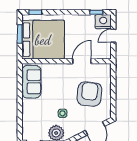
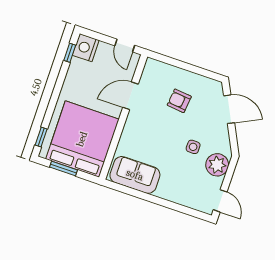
door: (113, 36) -> (125, 45), moved
door: (82, 61) -> (130, 96), hinge flipped
armchair: (89, 94) -> (179, 101), width x0.53, depth x0.53

